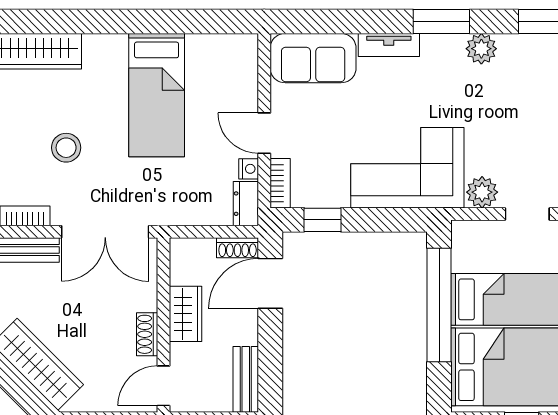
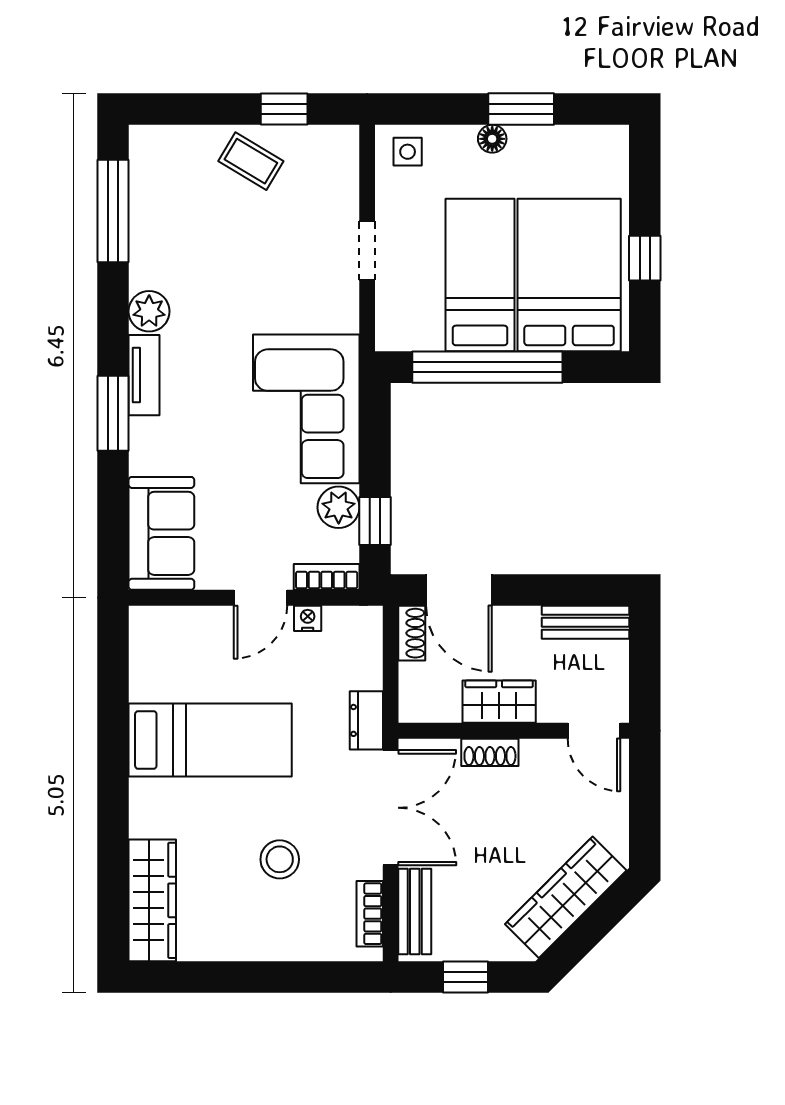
window: (441, 21) -> (113, 413), moved
tv unit: (389, 45) -> (144, 375), moved
plant: (482, 192) -> (339, 507), moved
dresser: (246, 204) -> (366, 720), moved, turned 90
shoe rack: (147, 334) -> (490, 752), moved

